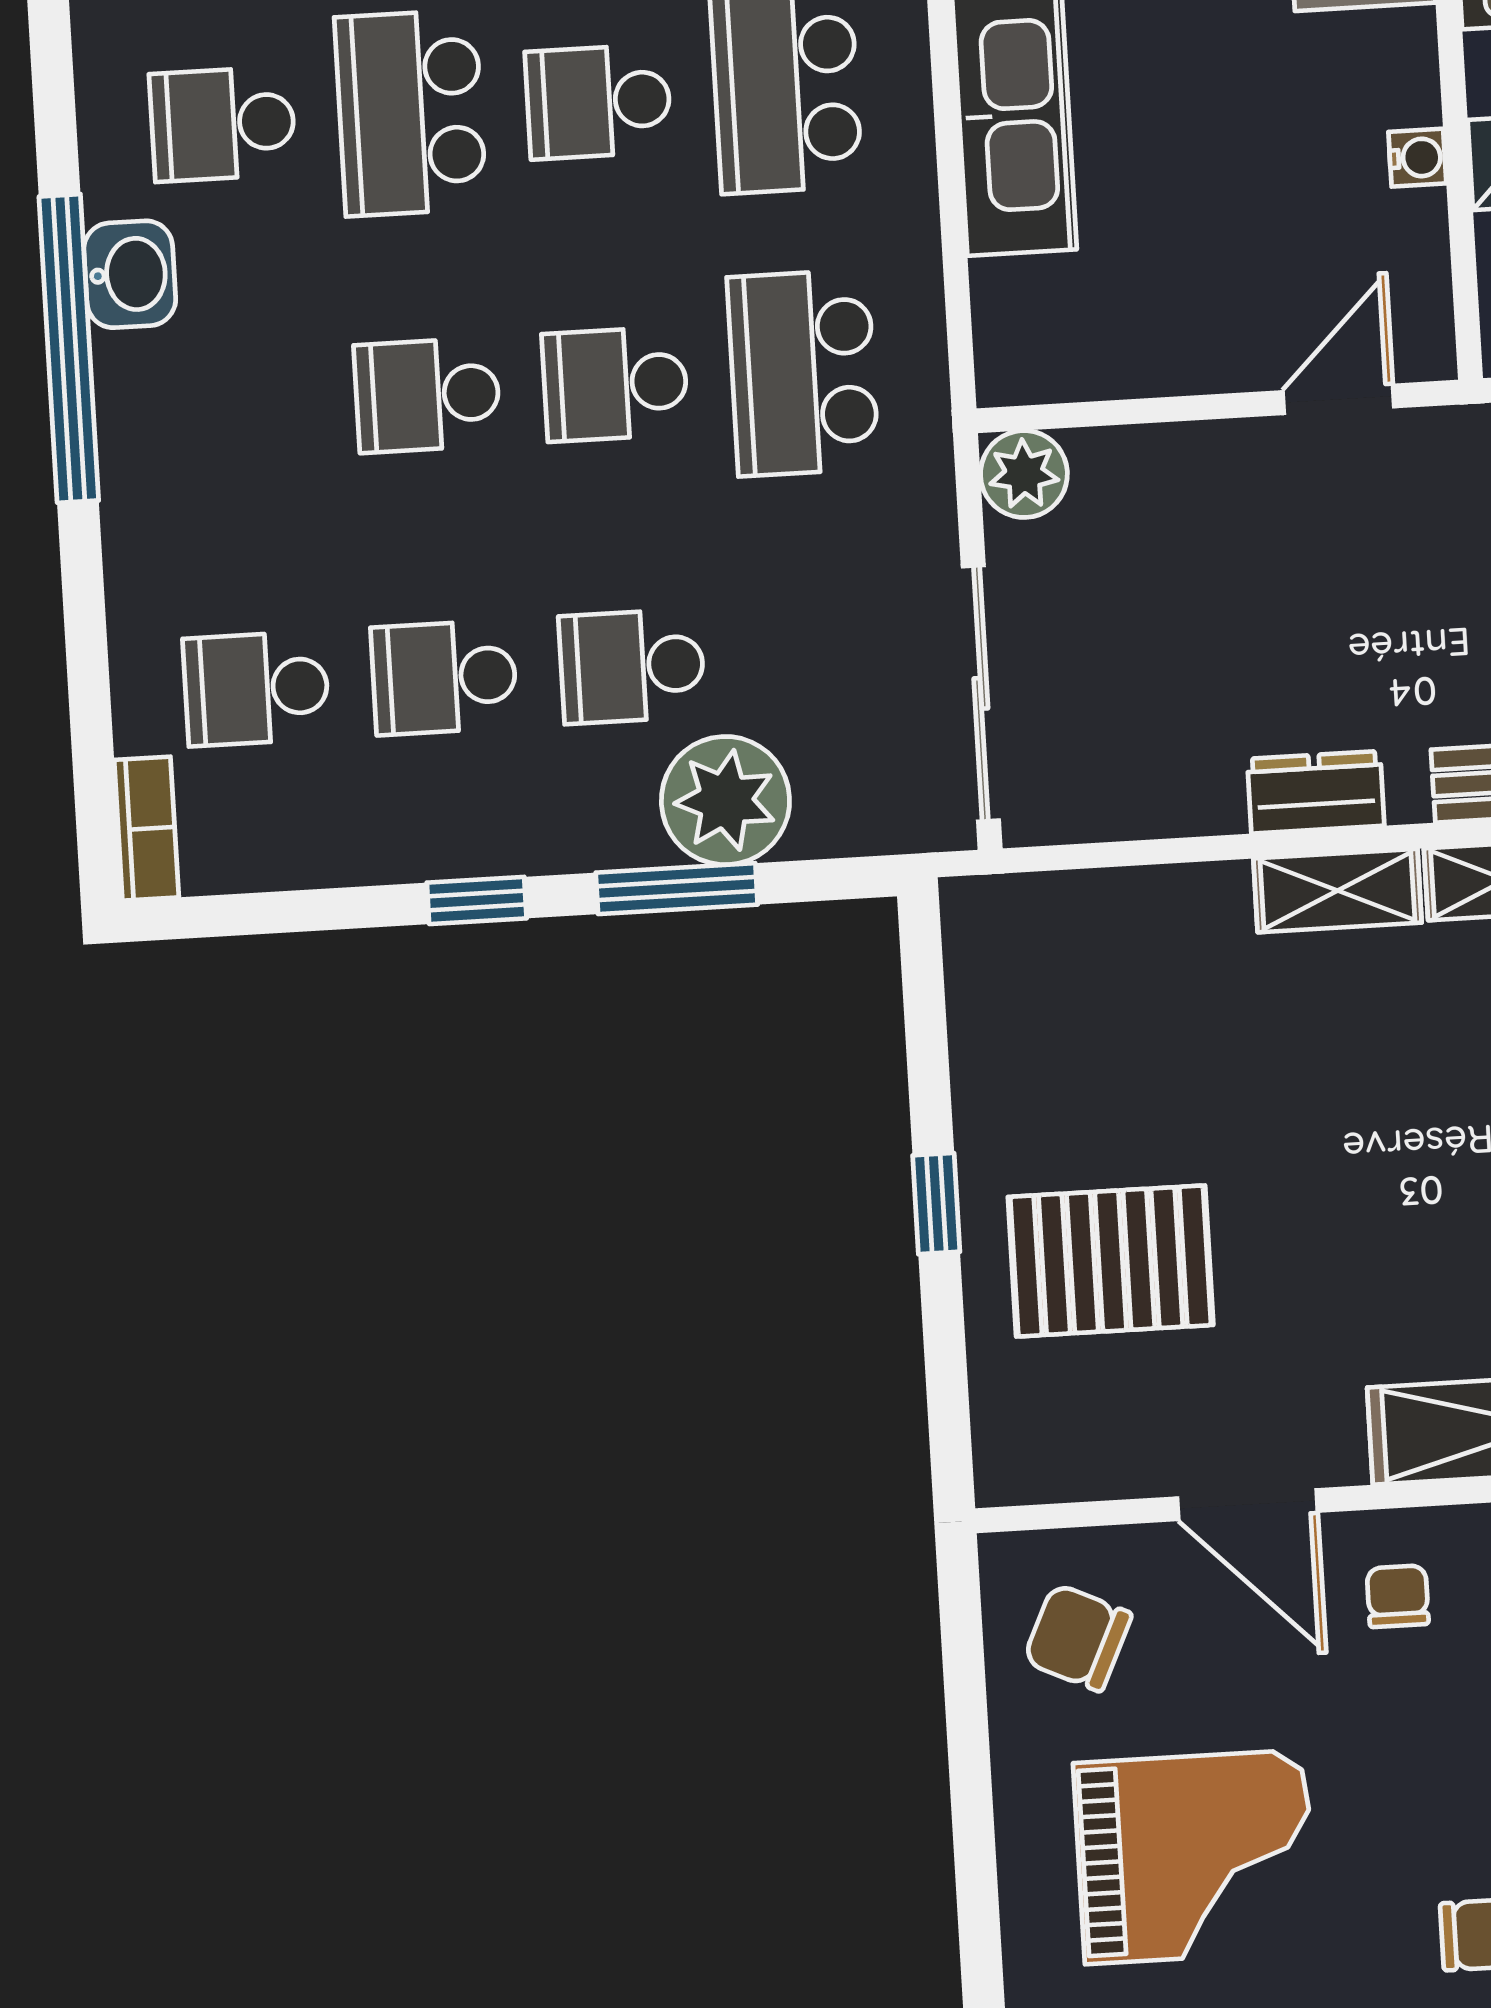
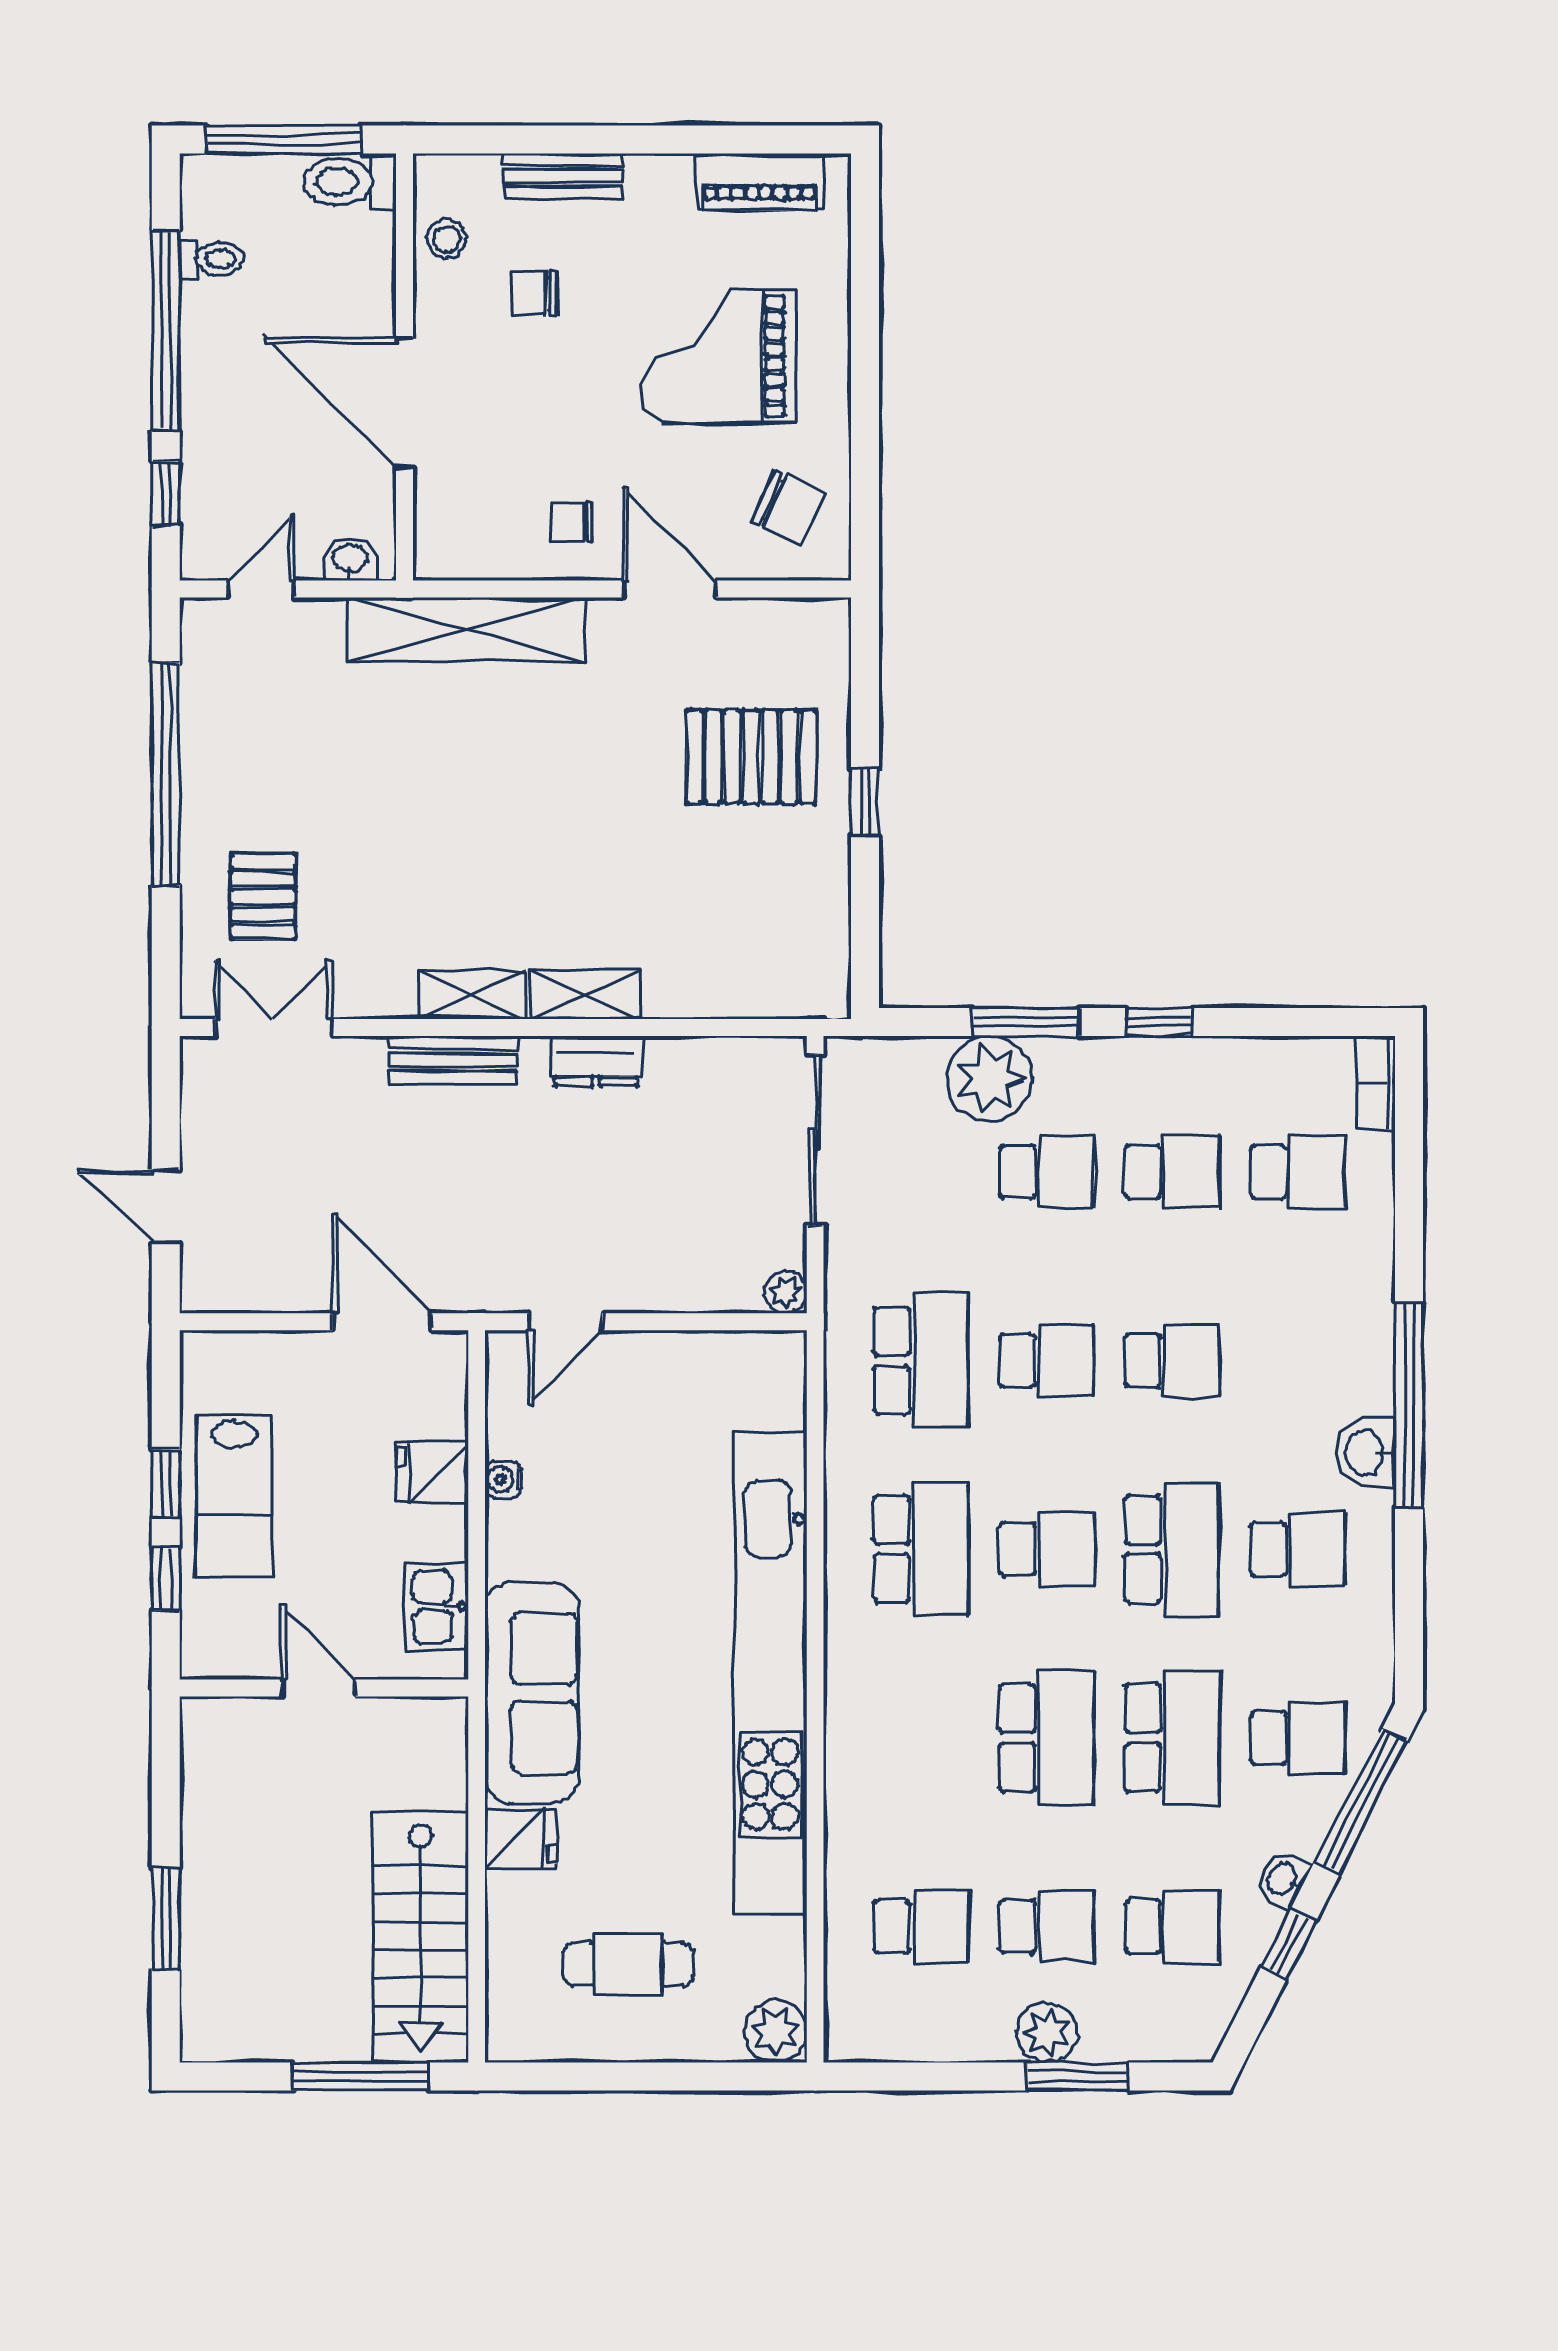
plant: (1024, 474) -> (786, 1292), width x0.73, depth x0.73
chair: (1398, 1596) -> (573, 522), turned 90

